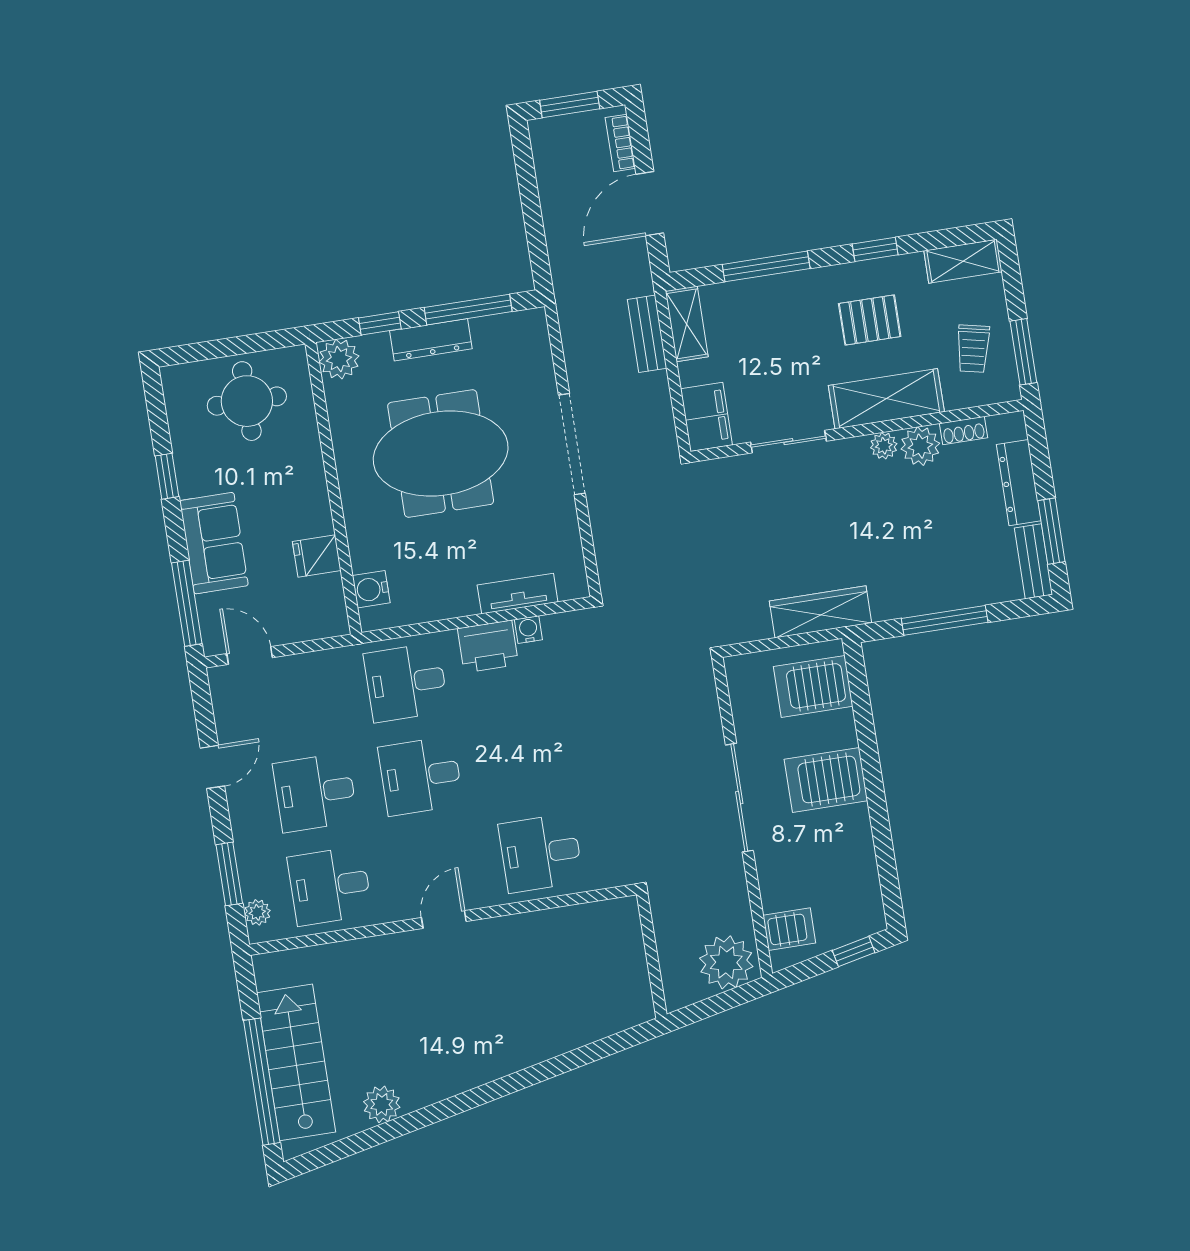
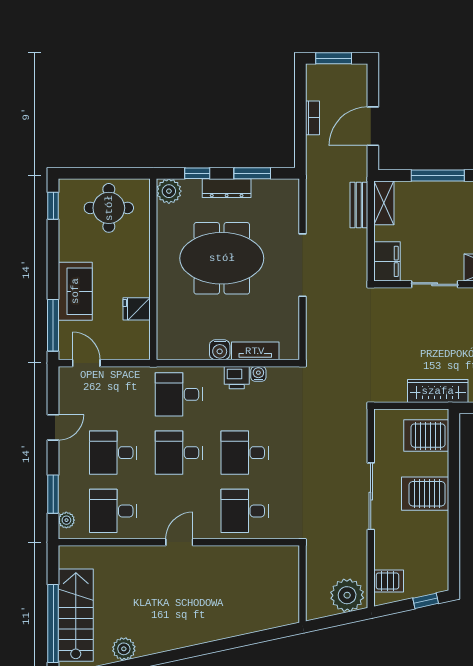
bookcase: (620, 143) -> (312, 118), moved, turned 180
window: (468, 310) -> (252, 173), width x0.69
window: (167, 476) -> (53, 206), moved
water cooler: (371, 589) -> (220, 350), moved, turned -90
printer: (488, 647) -> (237, 378), width x0.73, depth x0.81
desk: (526, 759) -> (245, 453), added

